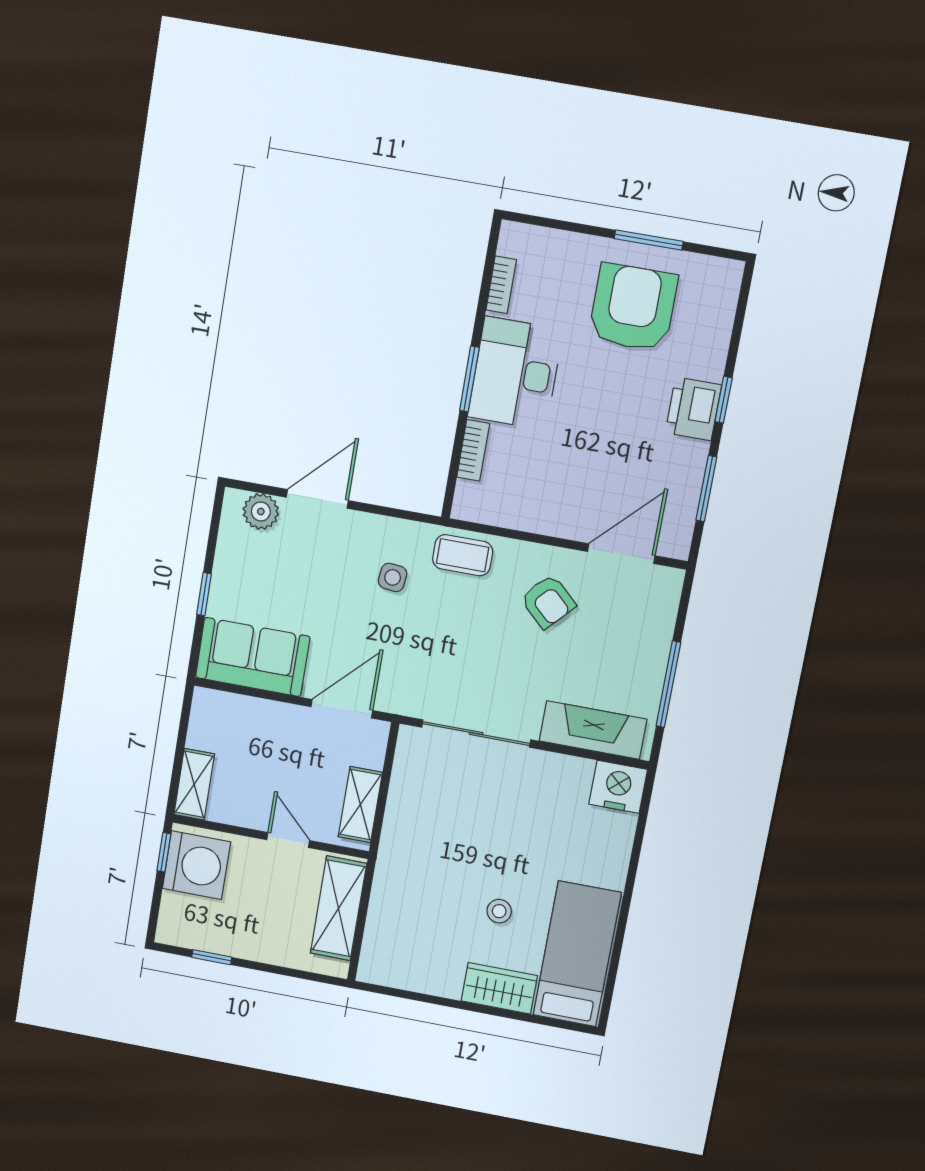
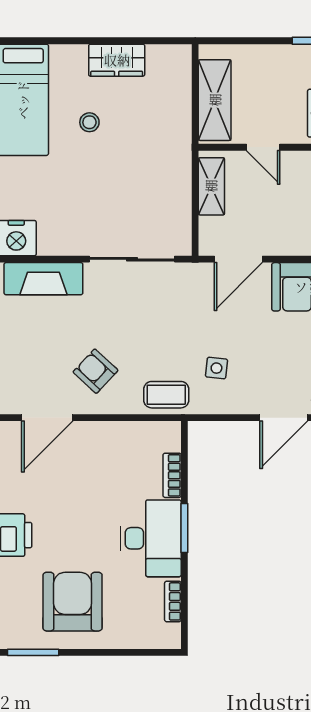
window: (649, 240) -> (33, 652), moved
armchair: (633, 307) -> (73, 602), turned 180
wardrobe: (499, 988) -> (117, 60), moved

